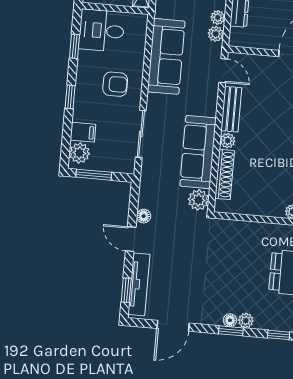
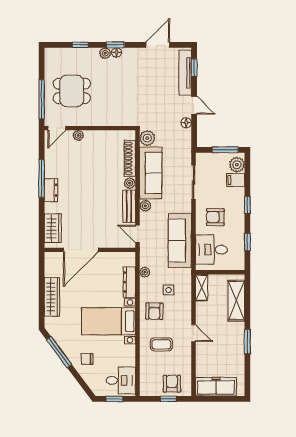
desk: (102, 31) -> (211, 250), moved, turned 180
plant: (216, 34) -> (145, 206), moved

